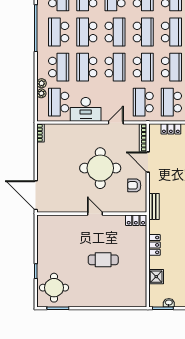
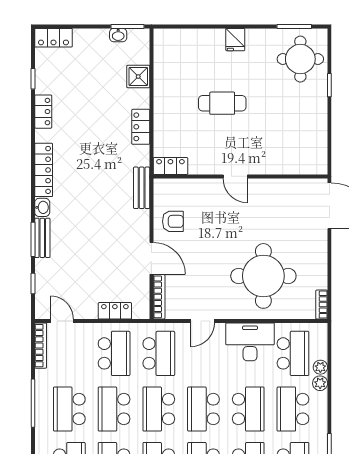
round table: (100, 168) -> (263, 276), moved
fridge: (95, 300) -> (235, 40), added

